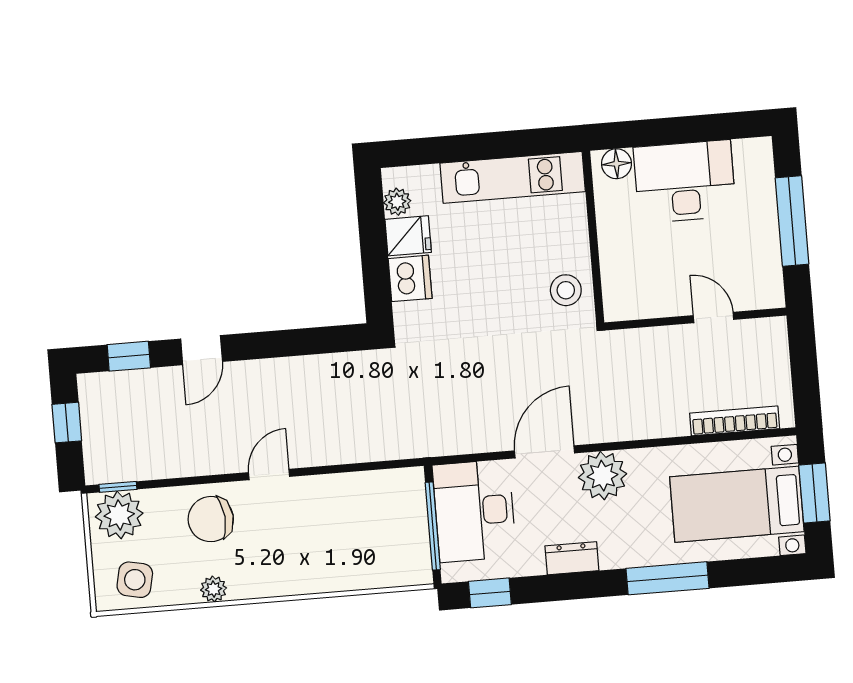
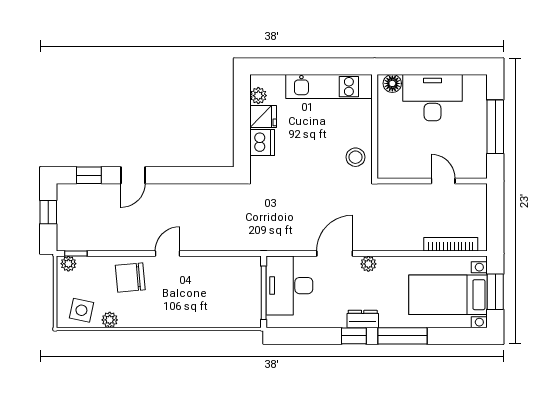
plant: (602, 476) -> (368, 264), width x0.53, depth x0.53
plant: (119, 515) -> (68, 264), width x0.53, depth x0.53
dresser: (572, 558) -> (363, 319), moved
plant: (214, 589) -> (110, 320), moved
window: (490, 593) -> (354, 336), moved

